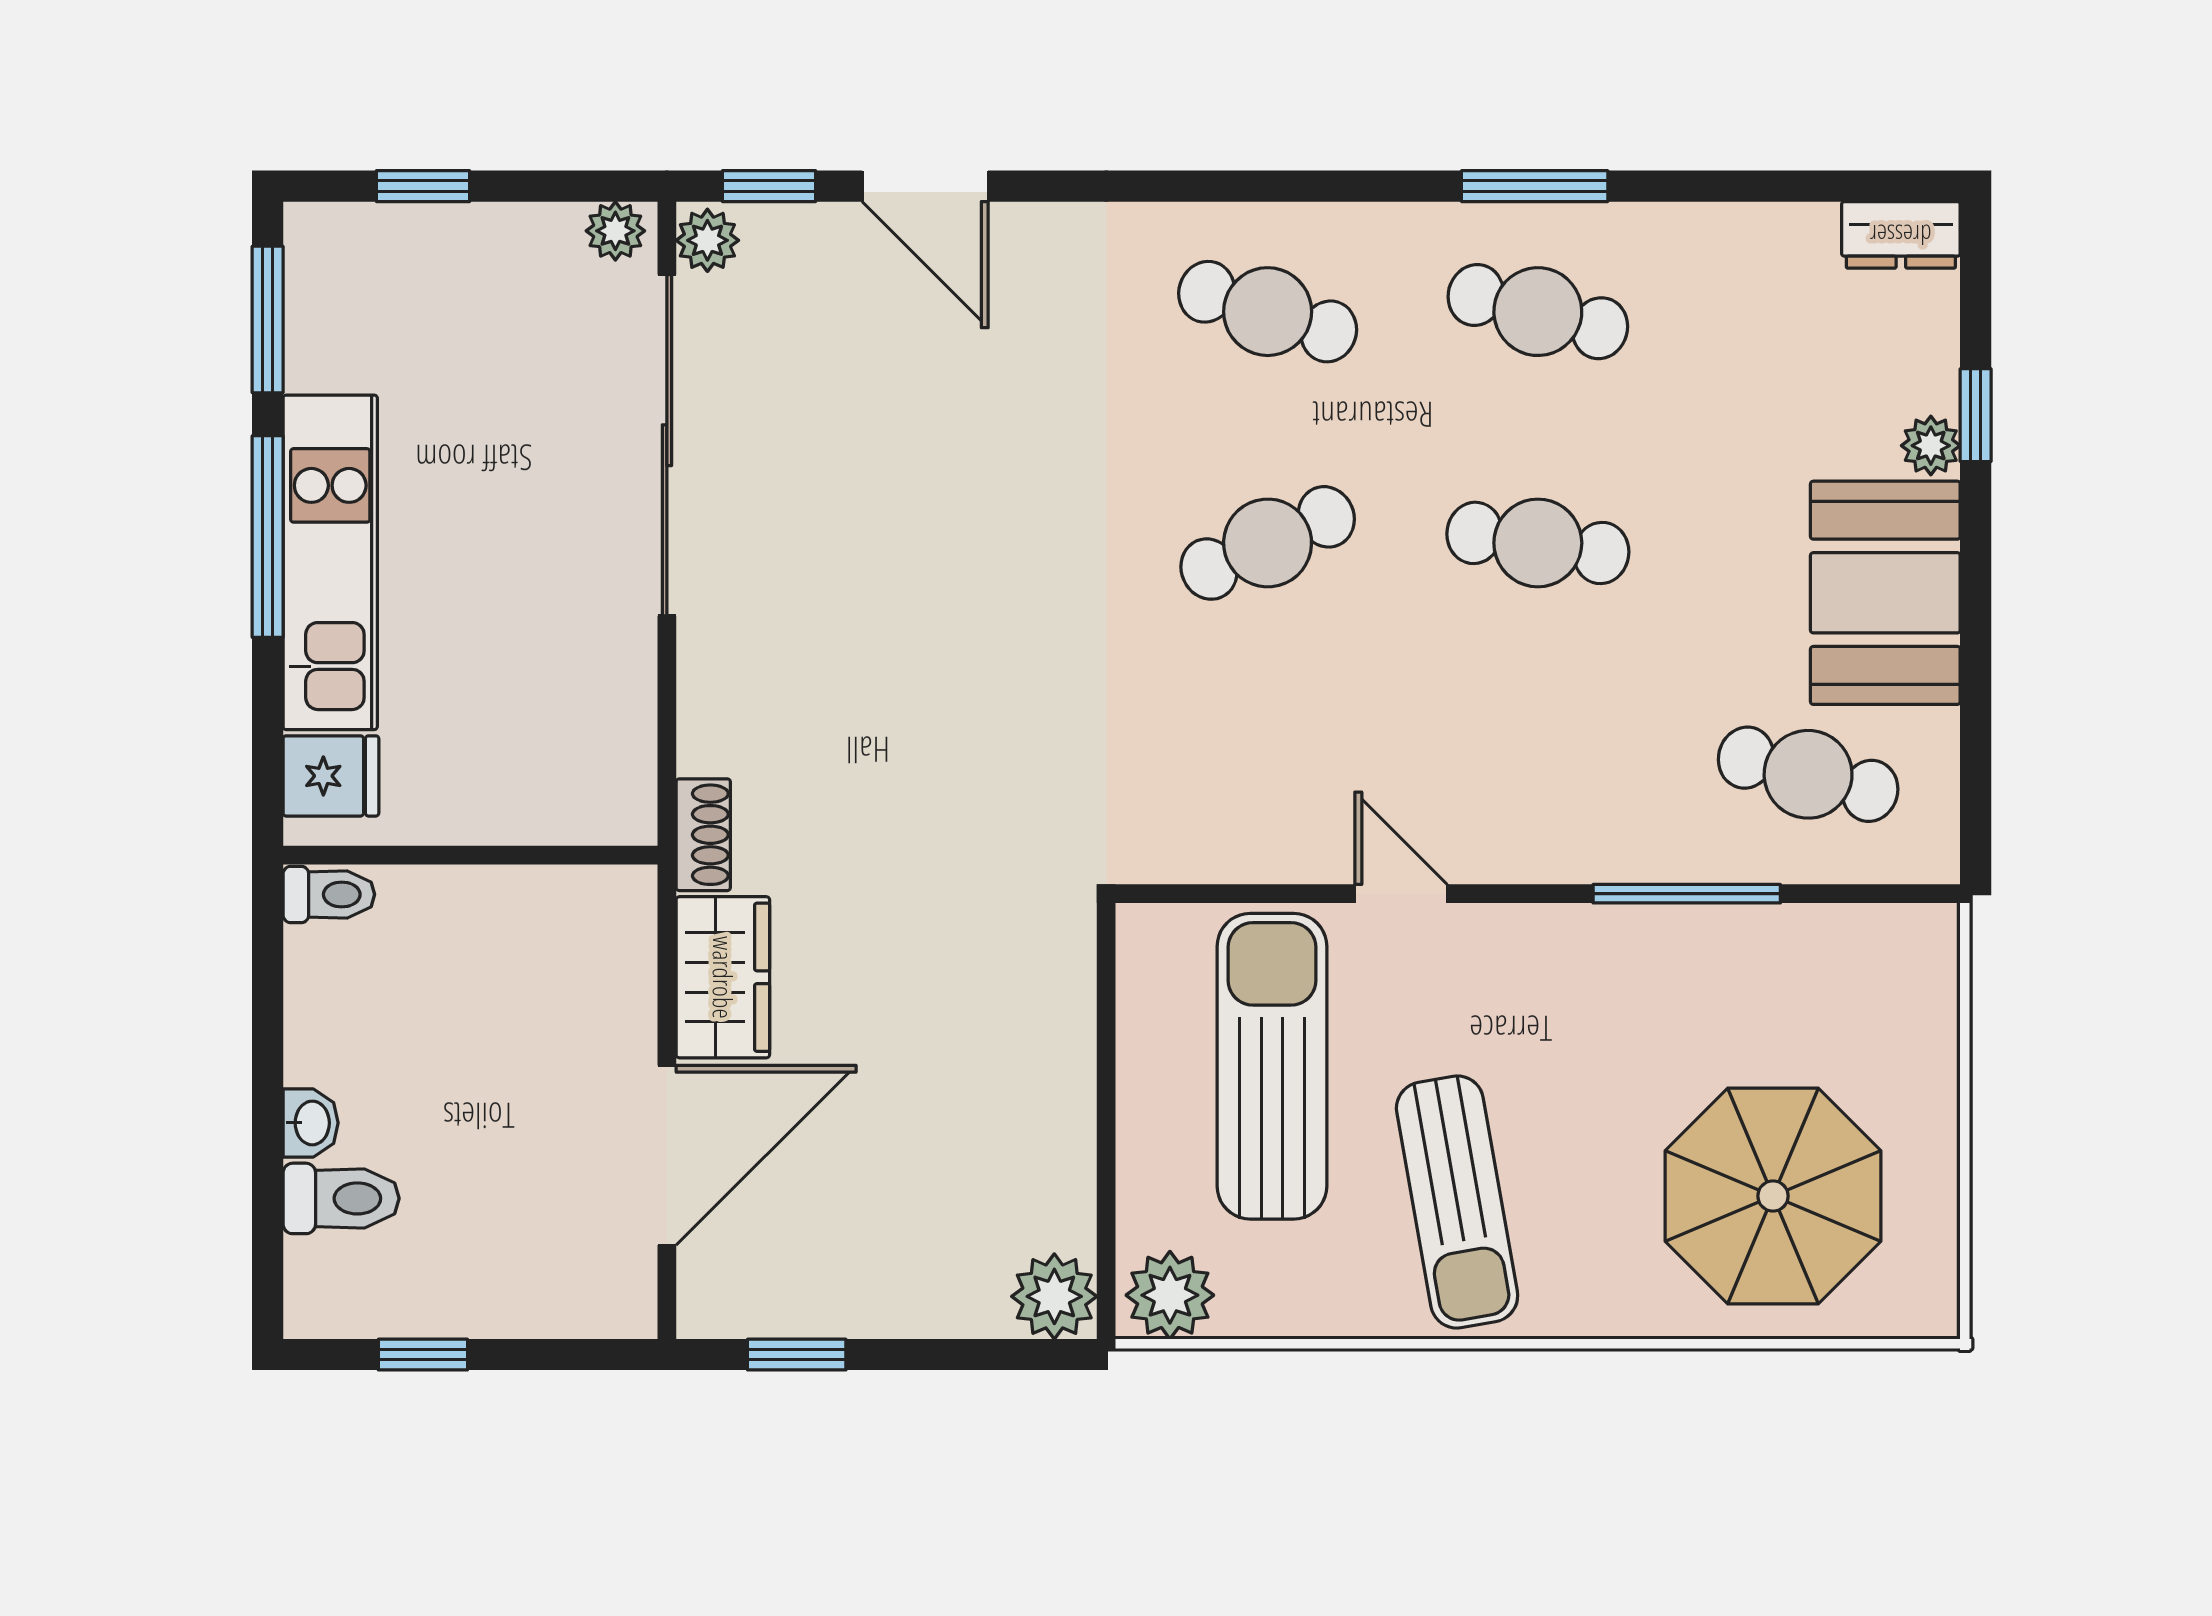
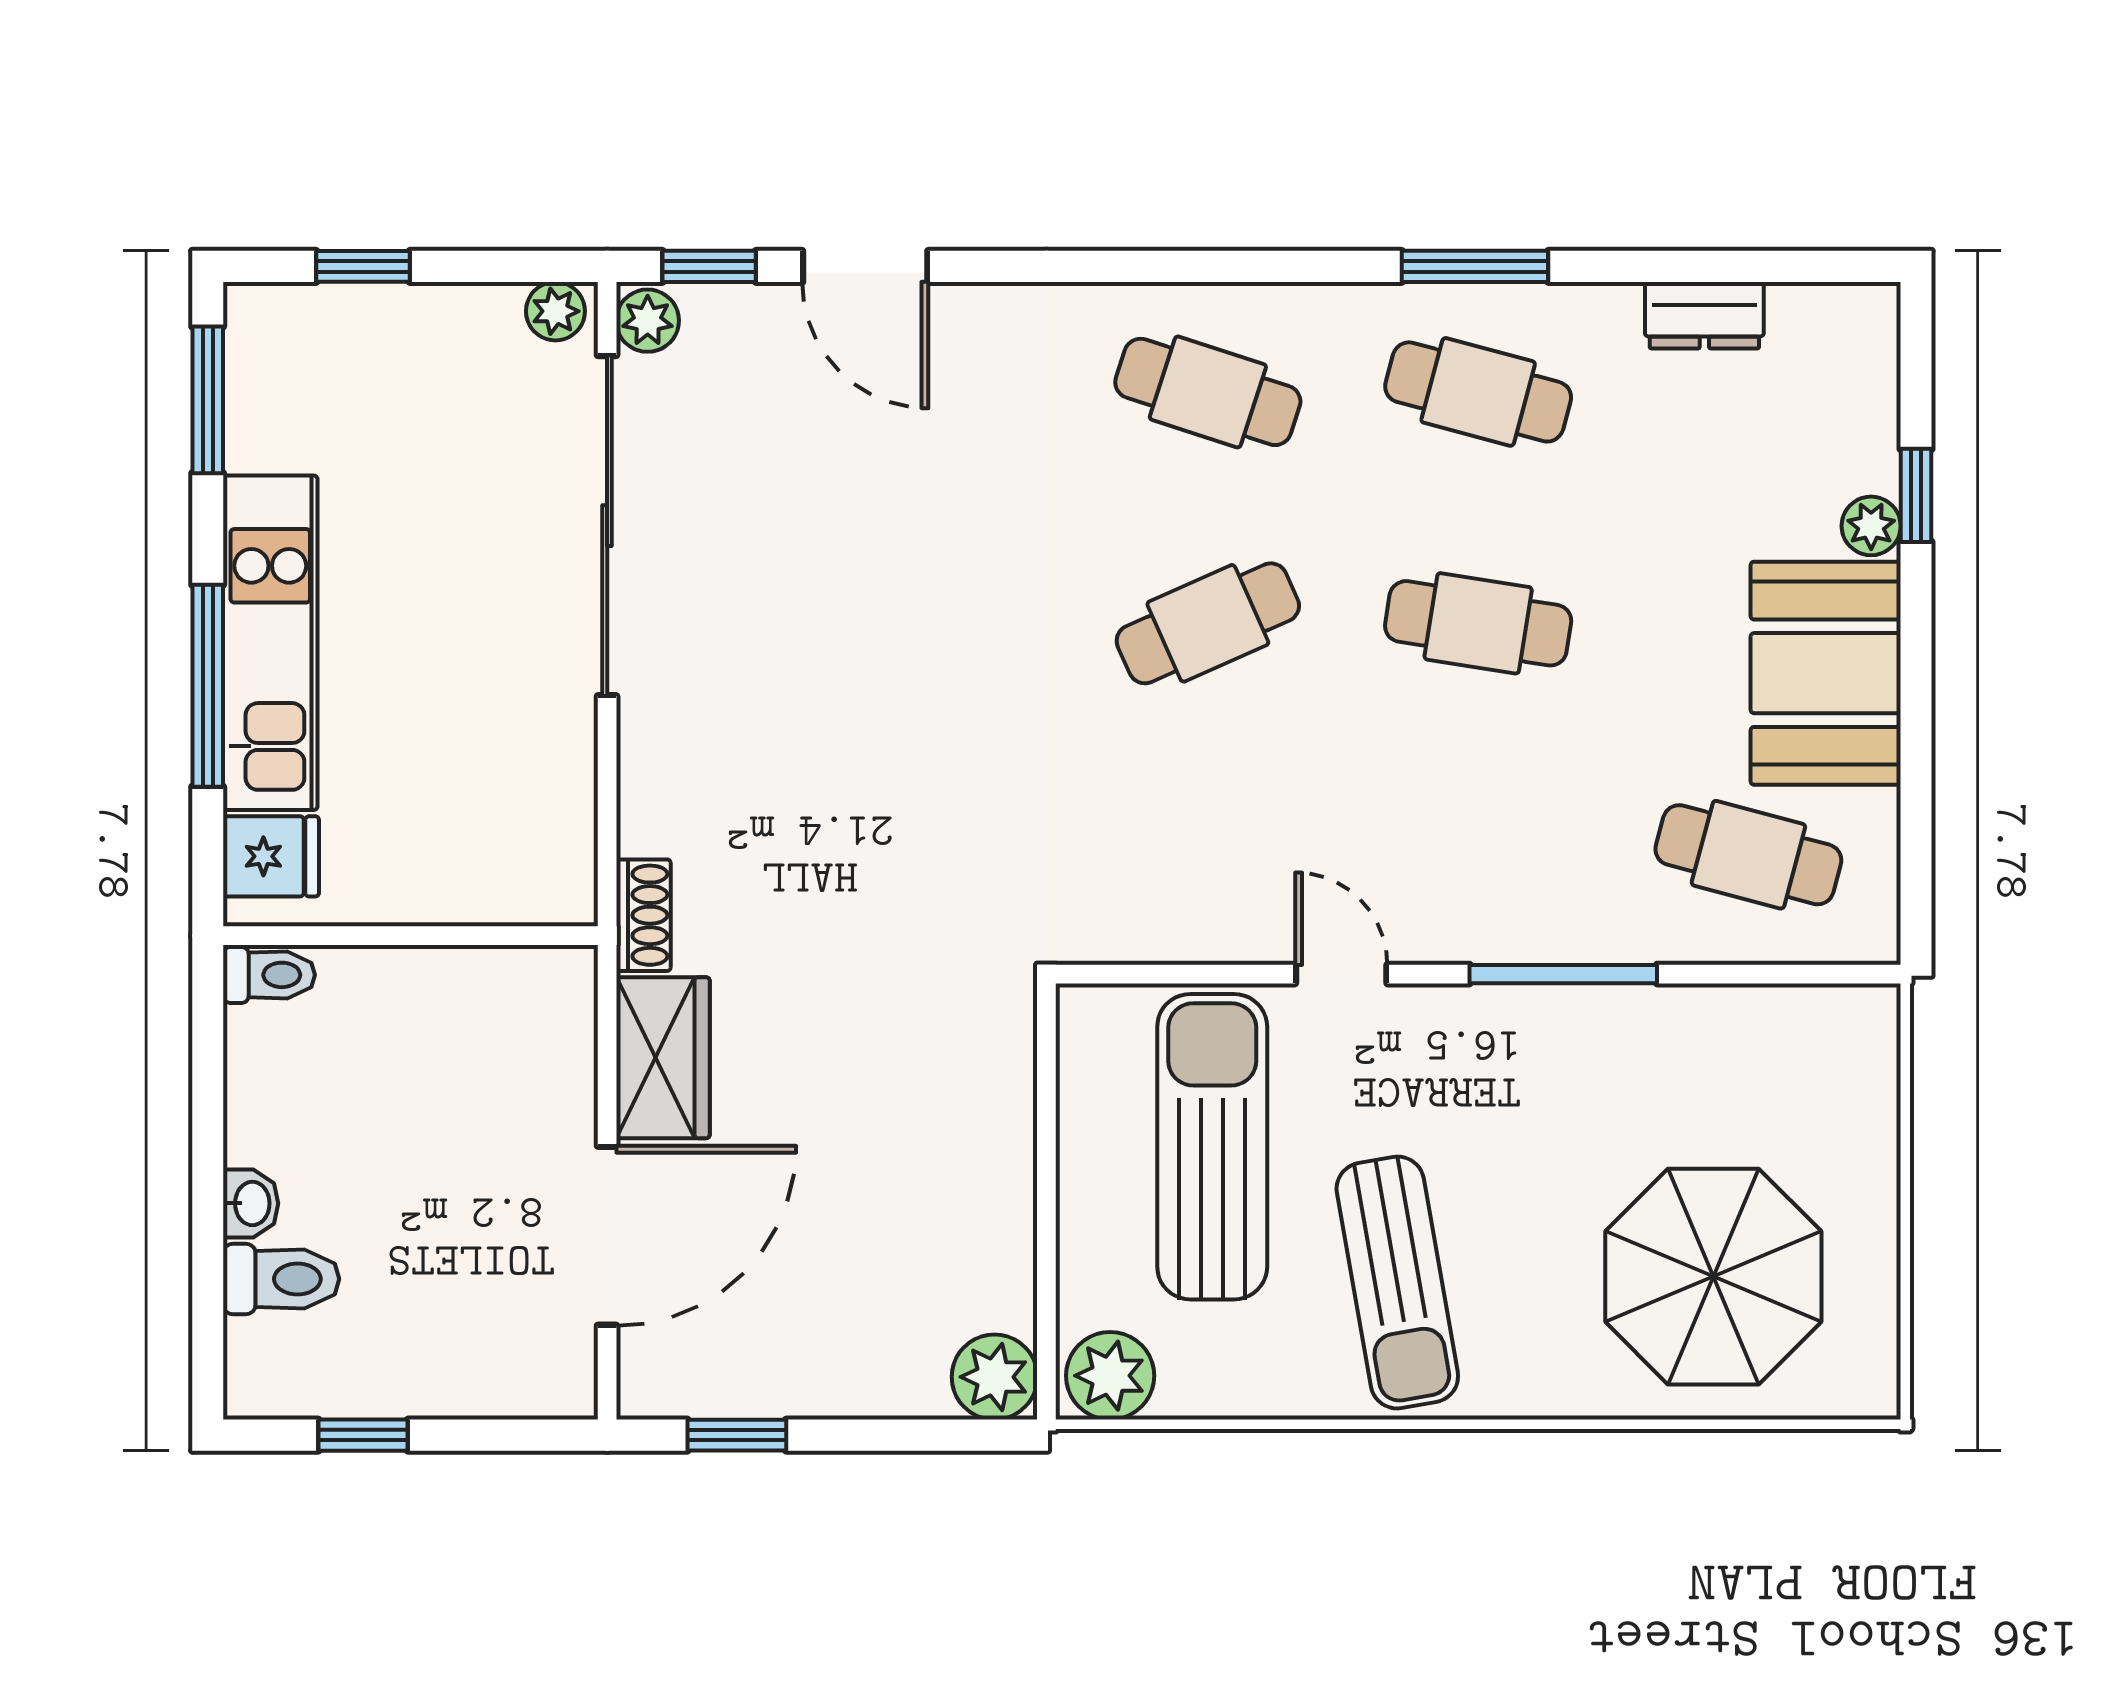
dresser: (1901, 235) -> (1704, 315), moved
window: (268, 537) -> (208, 686), moved
window: (1687, 894) -> (1563, 974), moved

